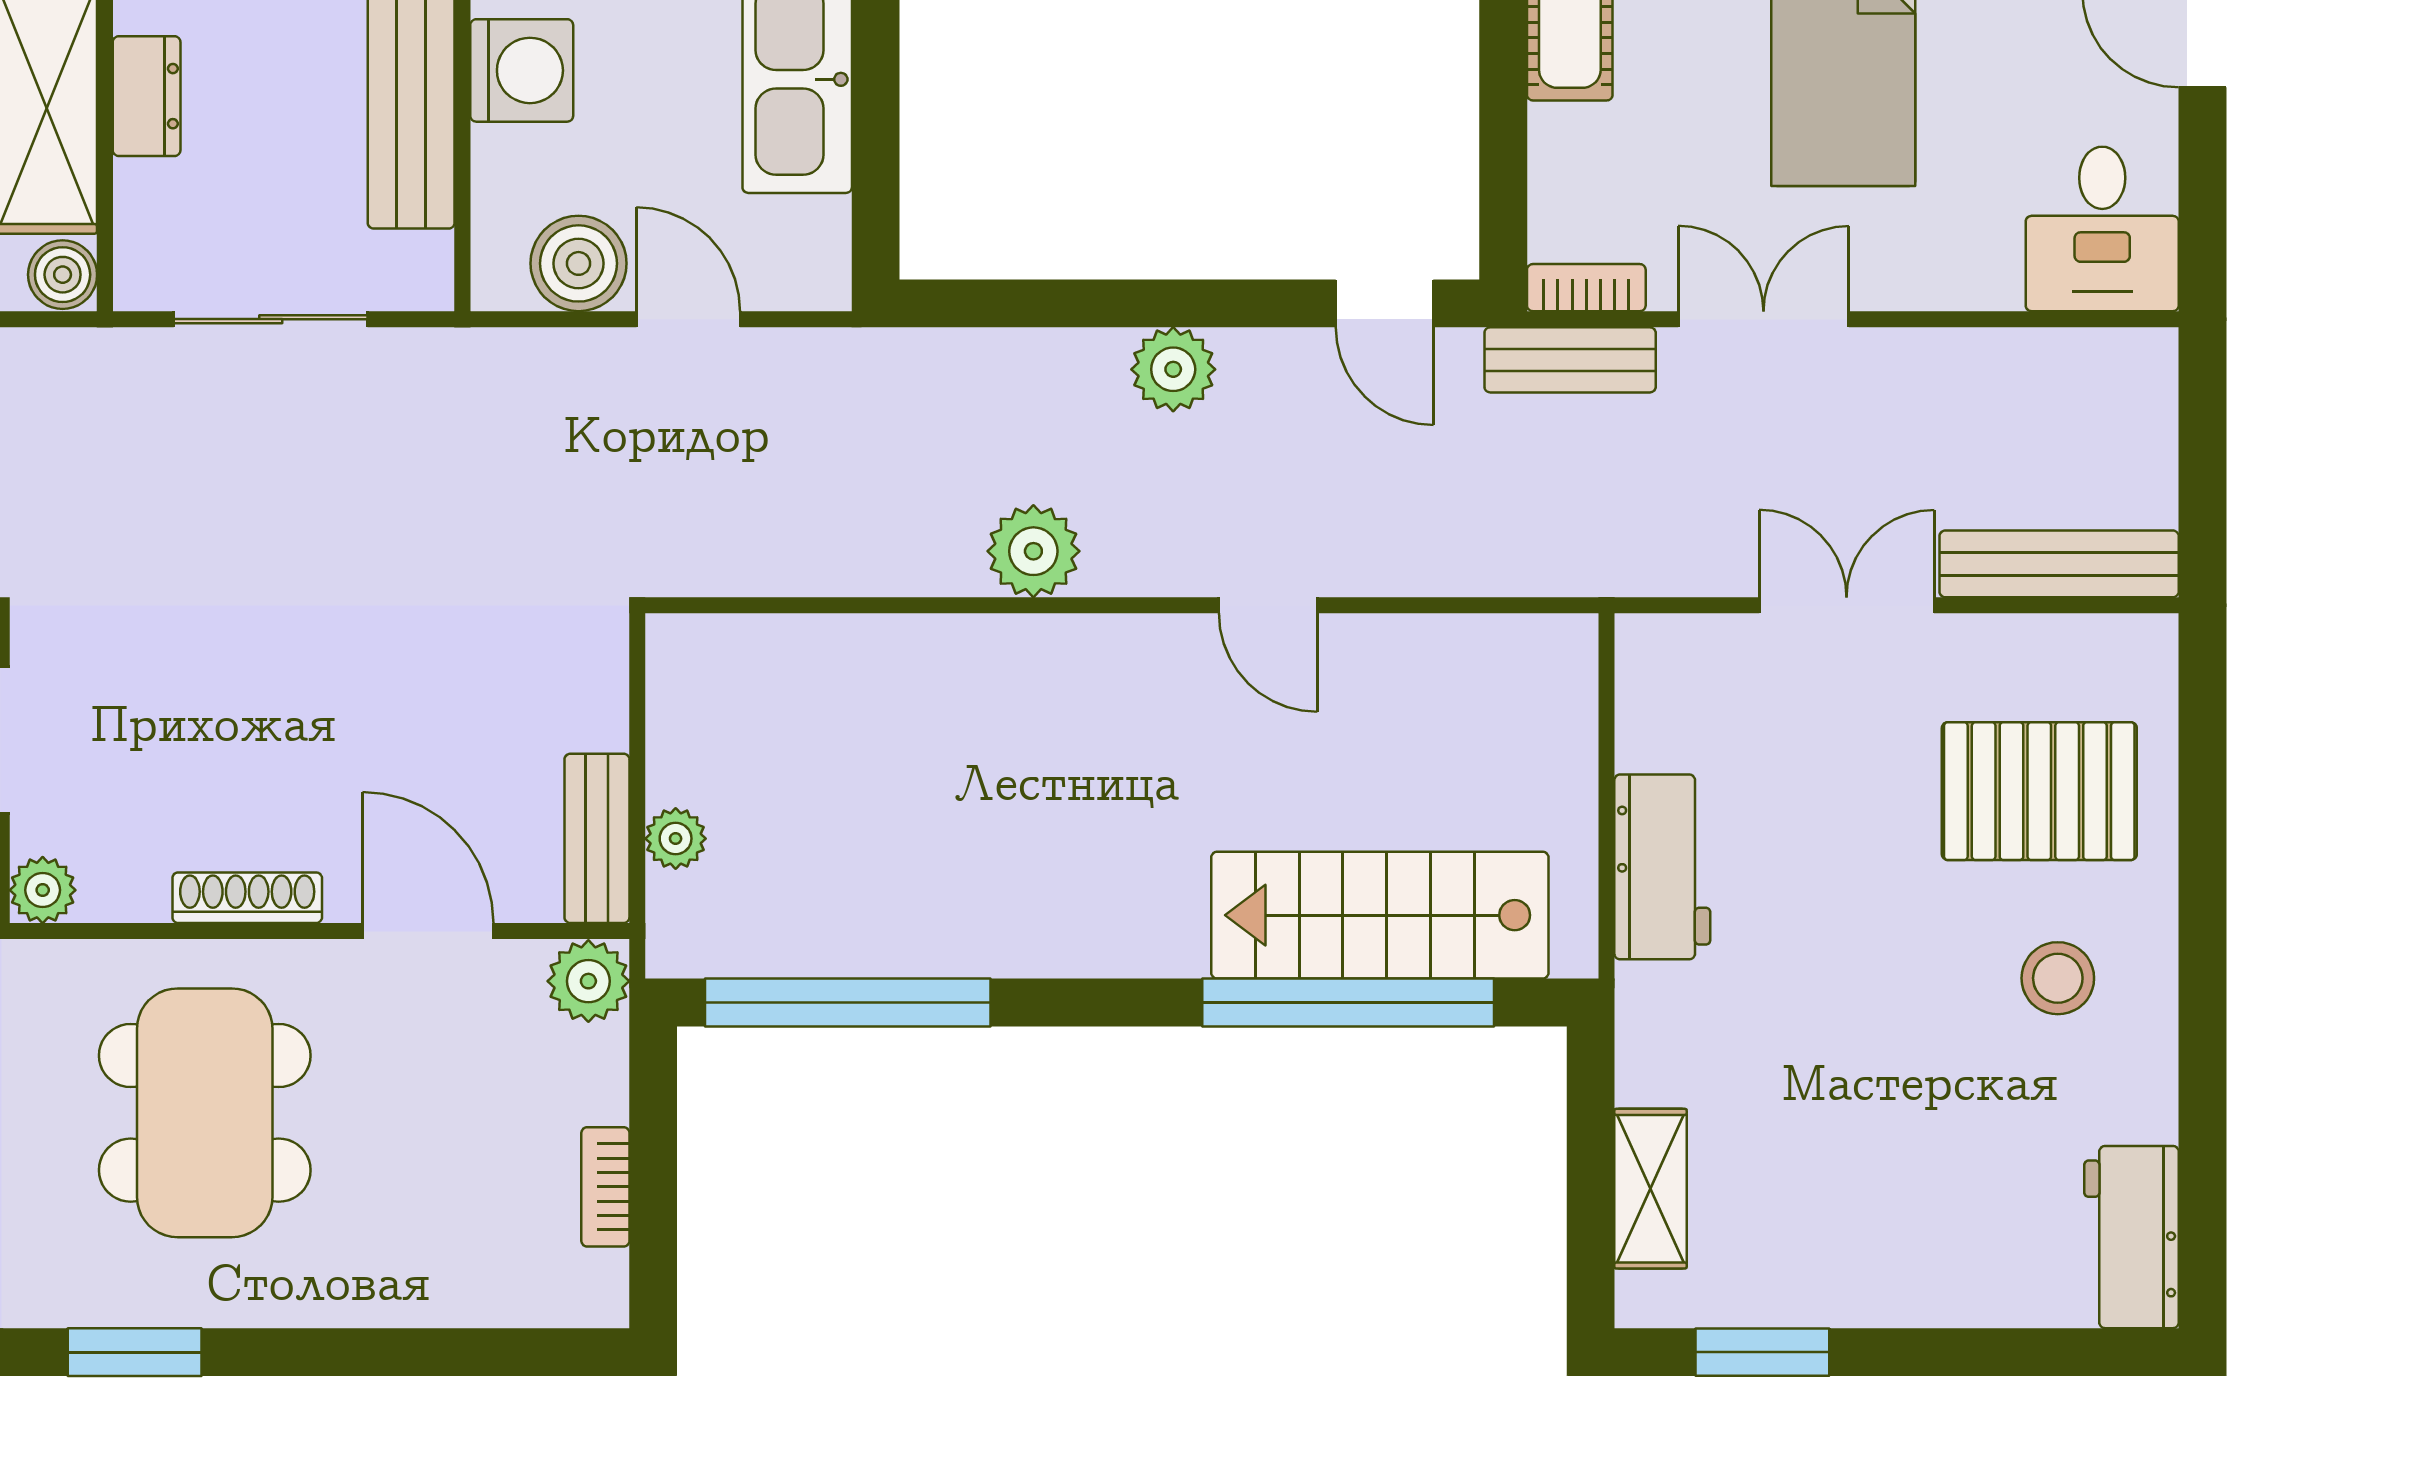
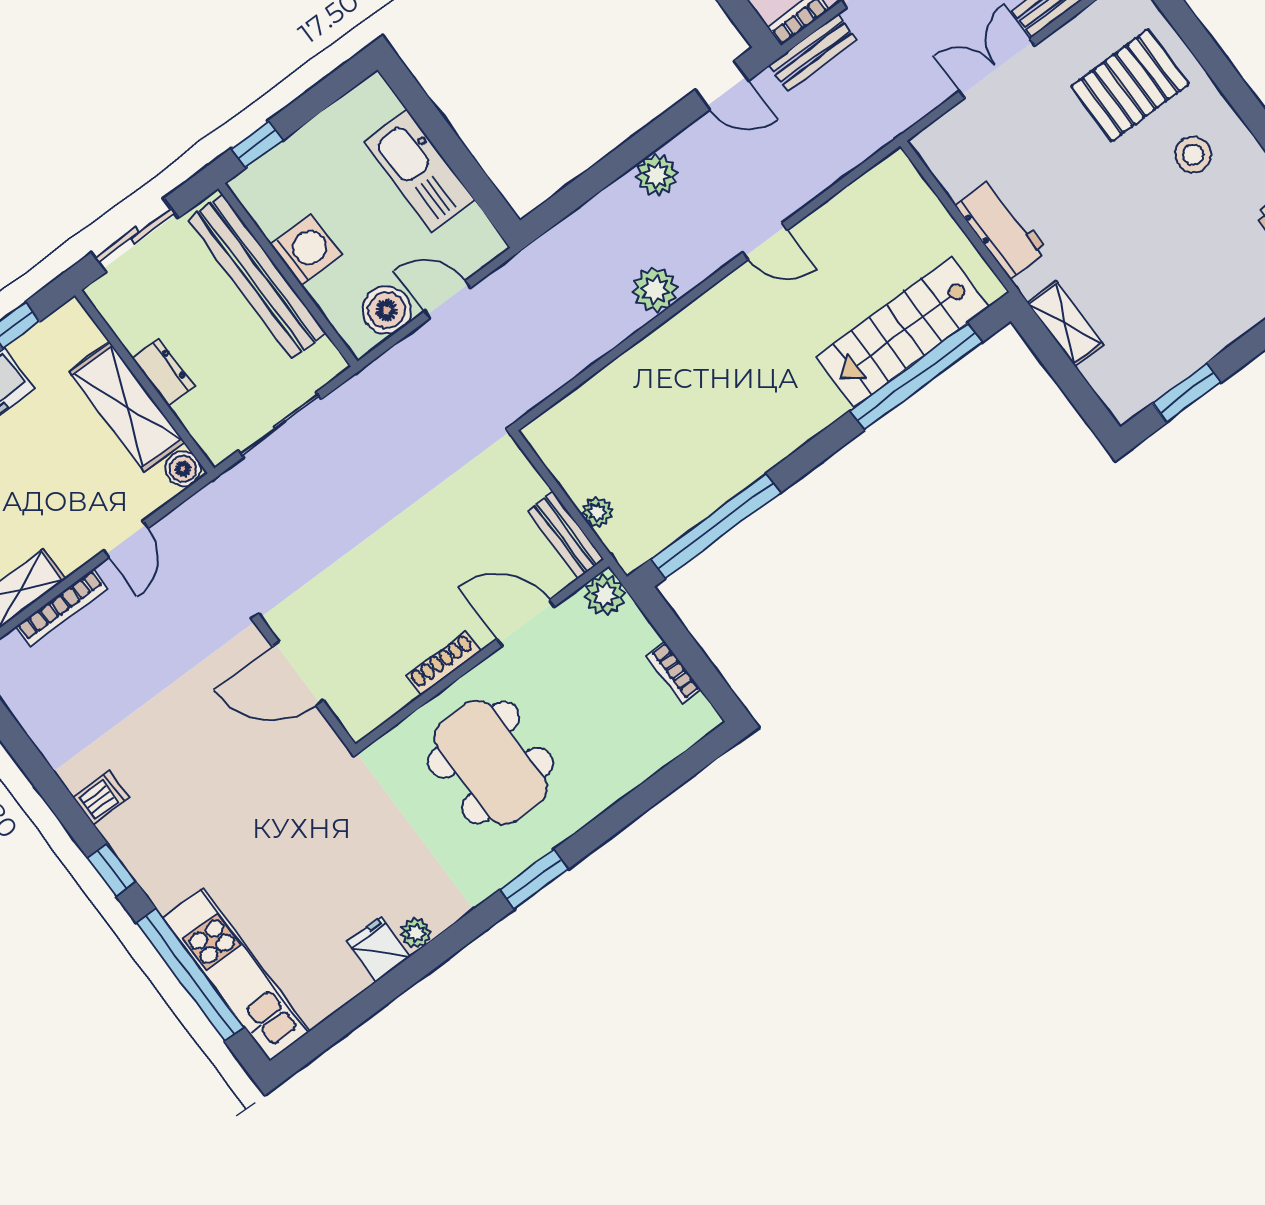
plant: (43, 890) -> (359, 722), removed
shelving: (1651, 1189) -> (1065, 323), moved

